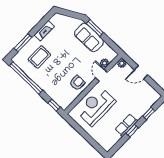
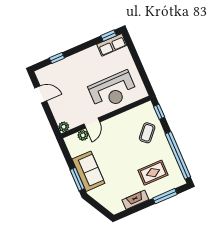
door: (141, 72) -> (41, 94), moved
armchair: (77, 83) -> (123, 126), removed
coffee table: (57, 85) -> (147, 133), added
row of seats: (126, 125) -> (112, 45), moved
window: (132, 131) -> (109, 36), moved

